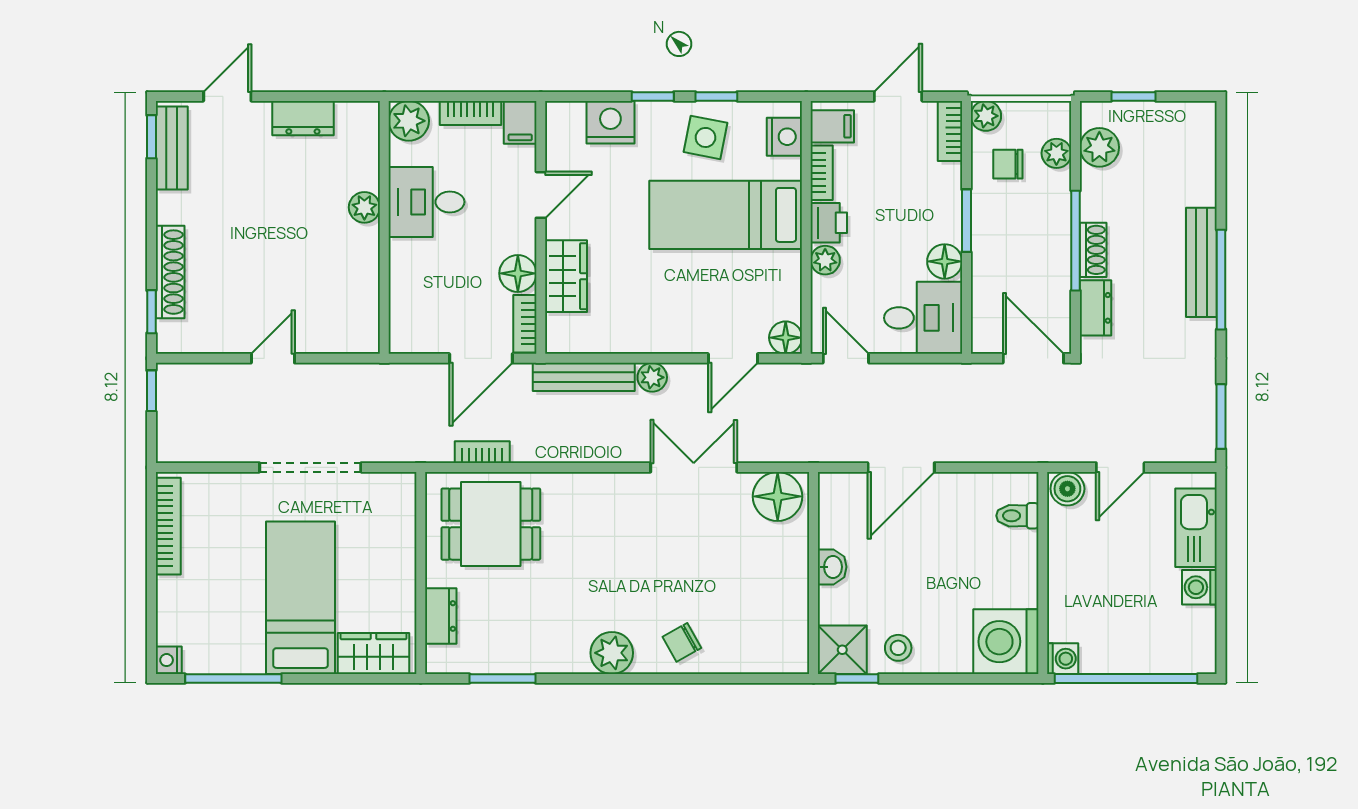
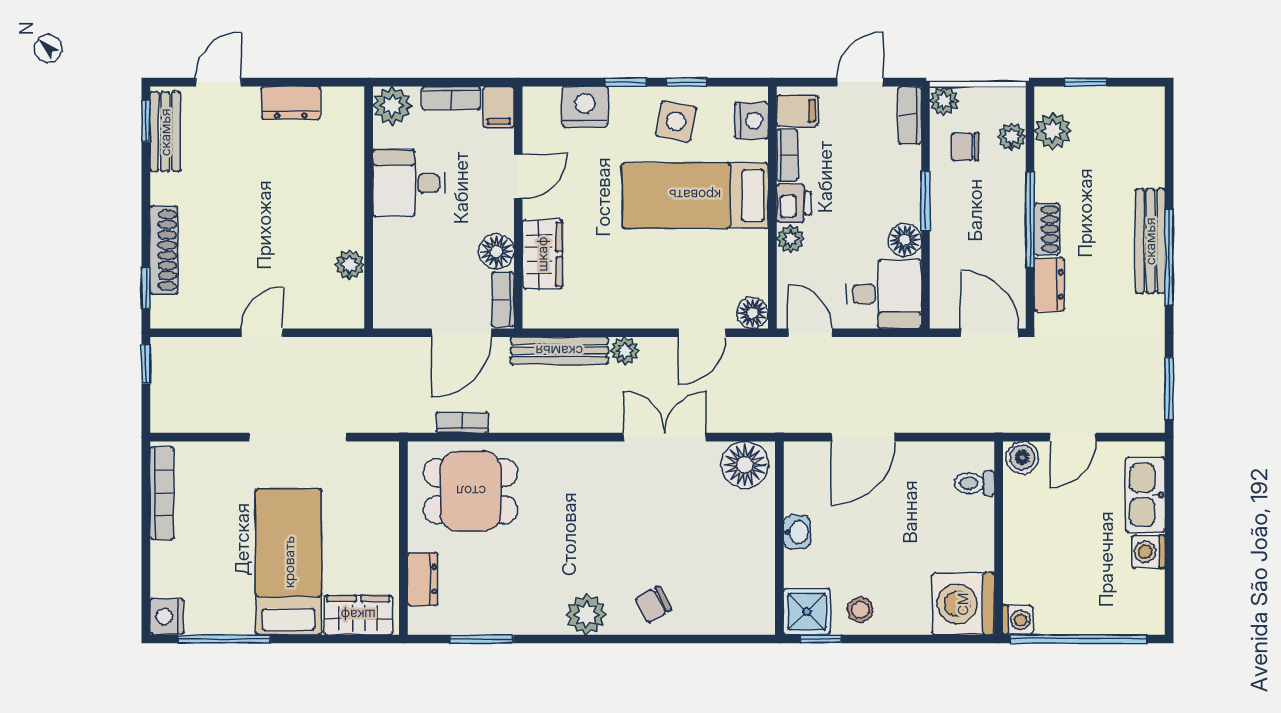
plant: (364, 207) -> (350, 265), moved
nightstand: (169, 660) -> (167, 616), width x1.39, depth x1.35

